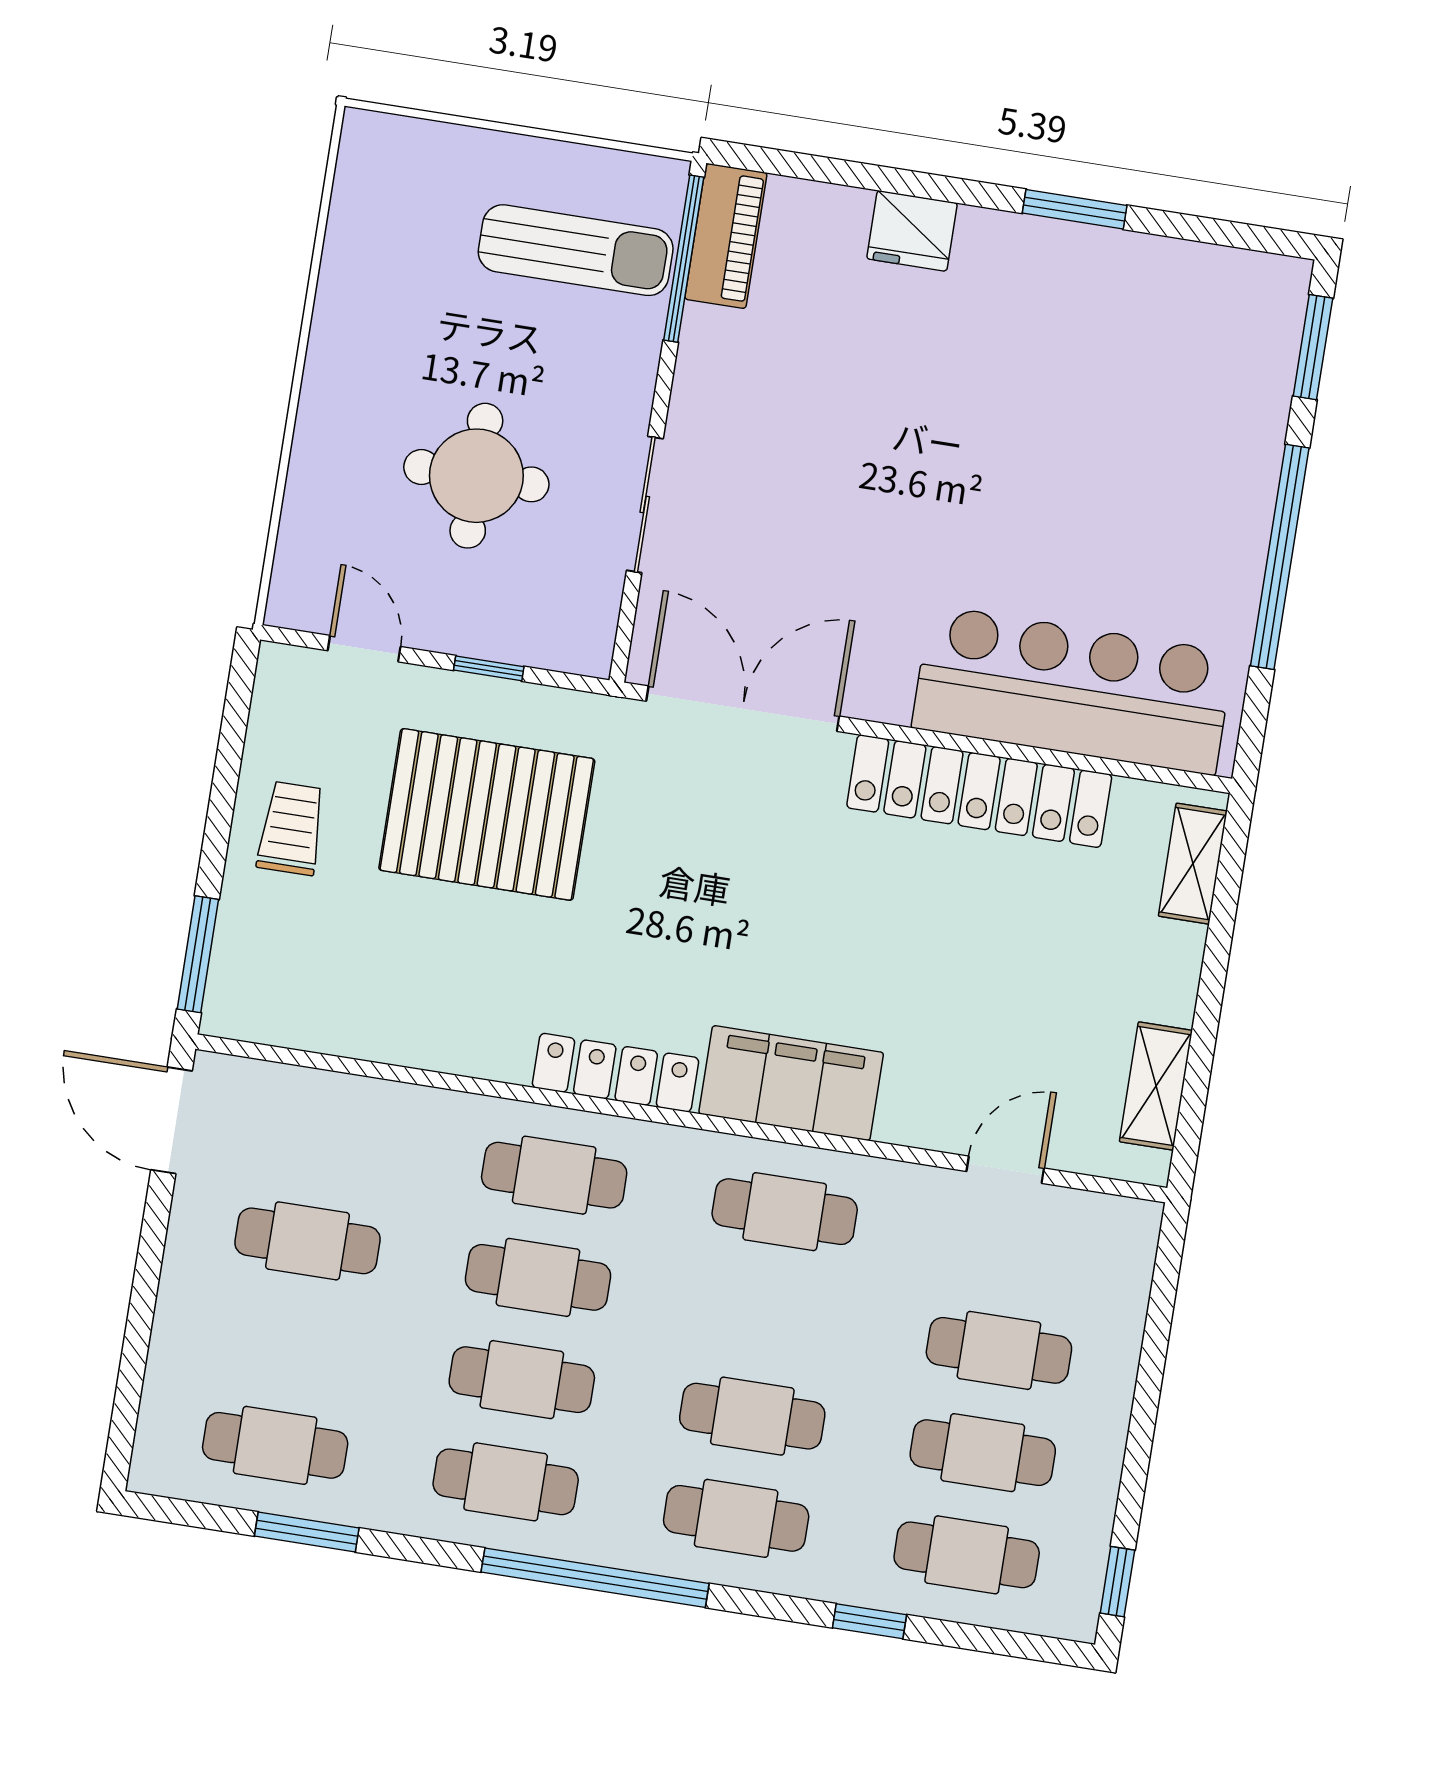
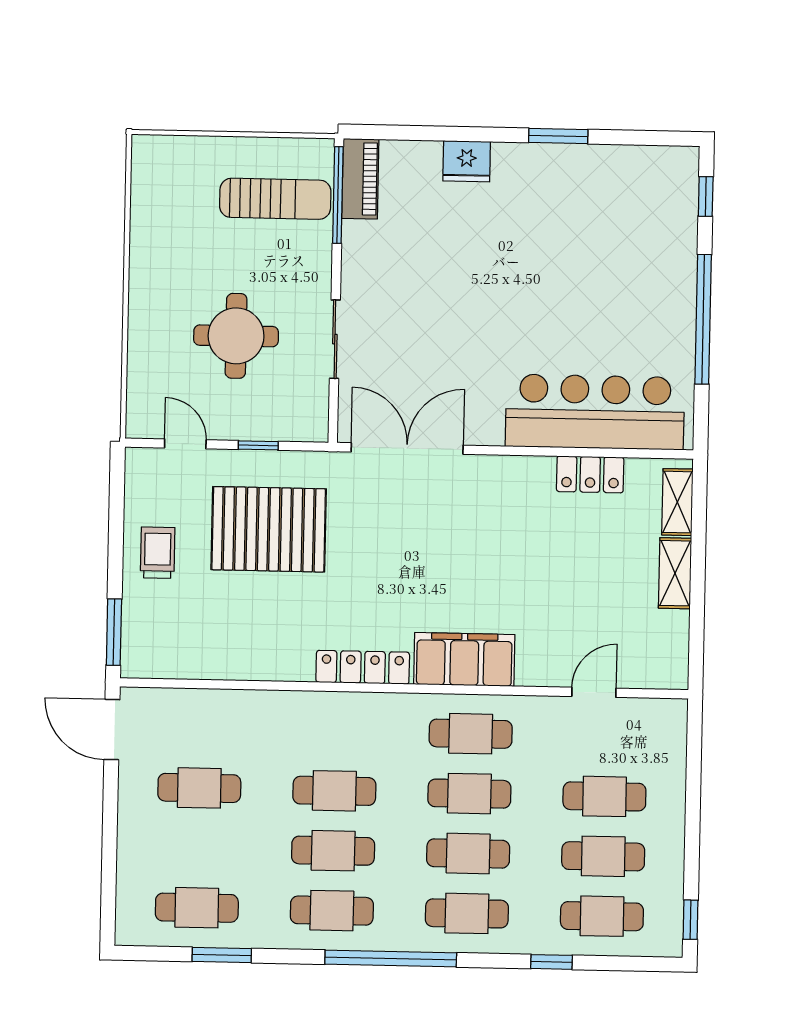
window: (1313, 347) -> (706, 196), width x0.67
locker: (979, 791) -> (590, 474), width x0.46, depth x0.83
shelving: (1156, 1086) -> (675, 573), moved
cafe table: (554, 1175) -> (469, 794), moved

